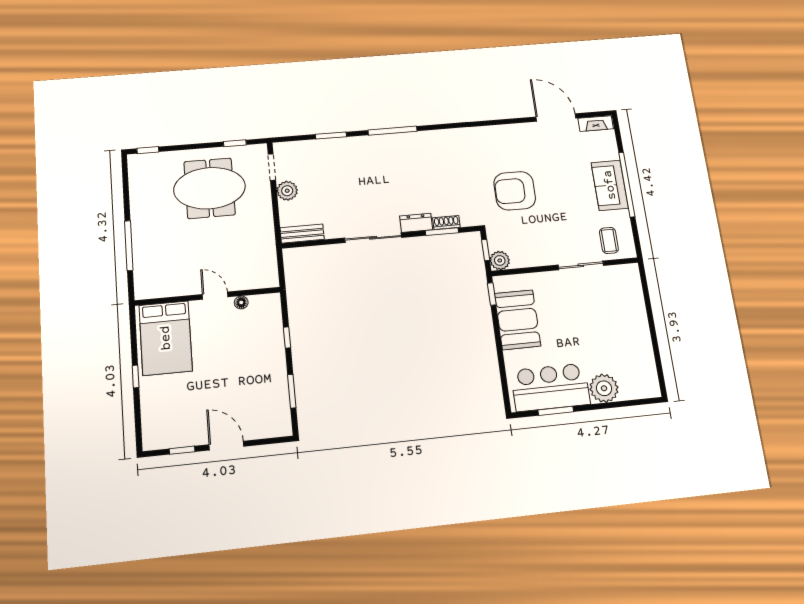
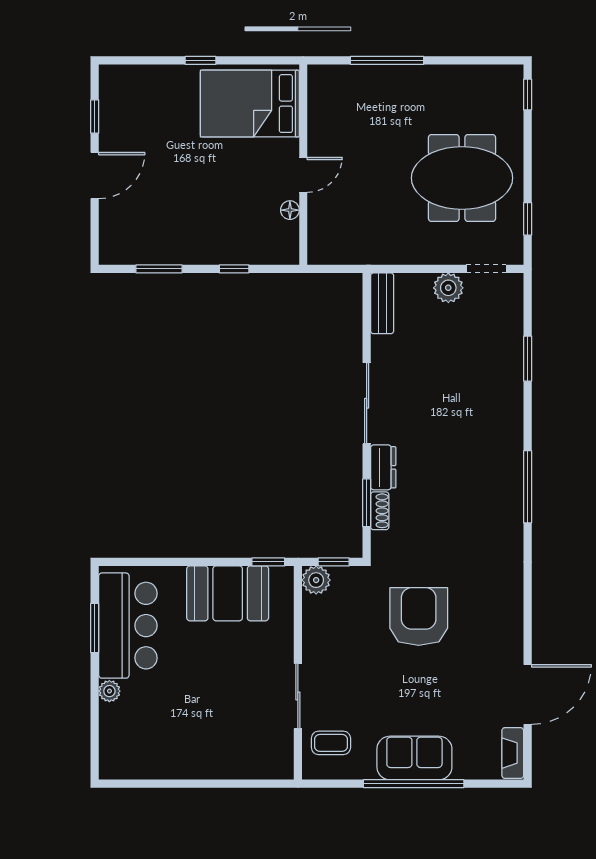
window: (393, 131) -> (528, 487), moved
meeting table: (210, 188) -> (462, 178), turned 90
plant: (604, 388) -> (109, 691), width x0.53, depth x0.53

